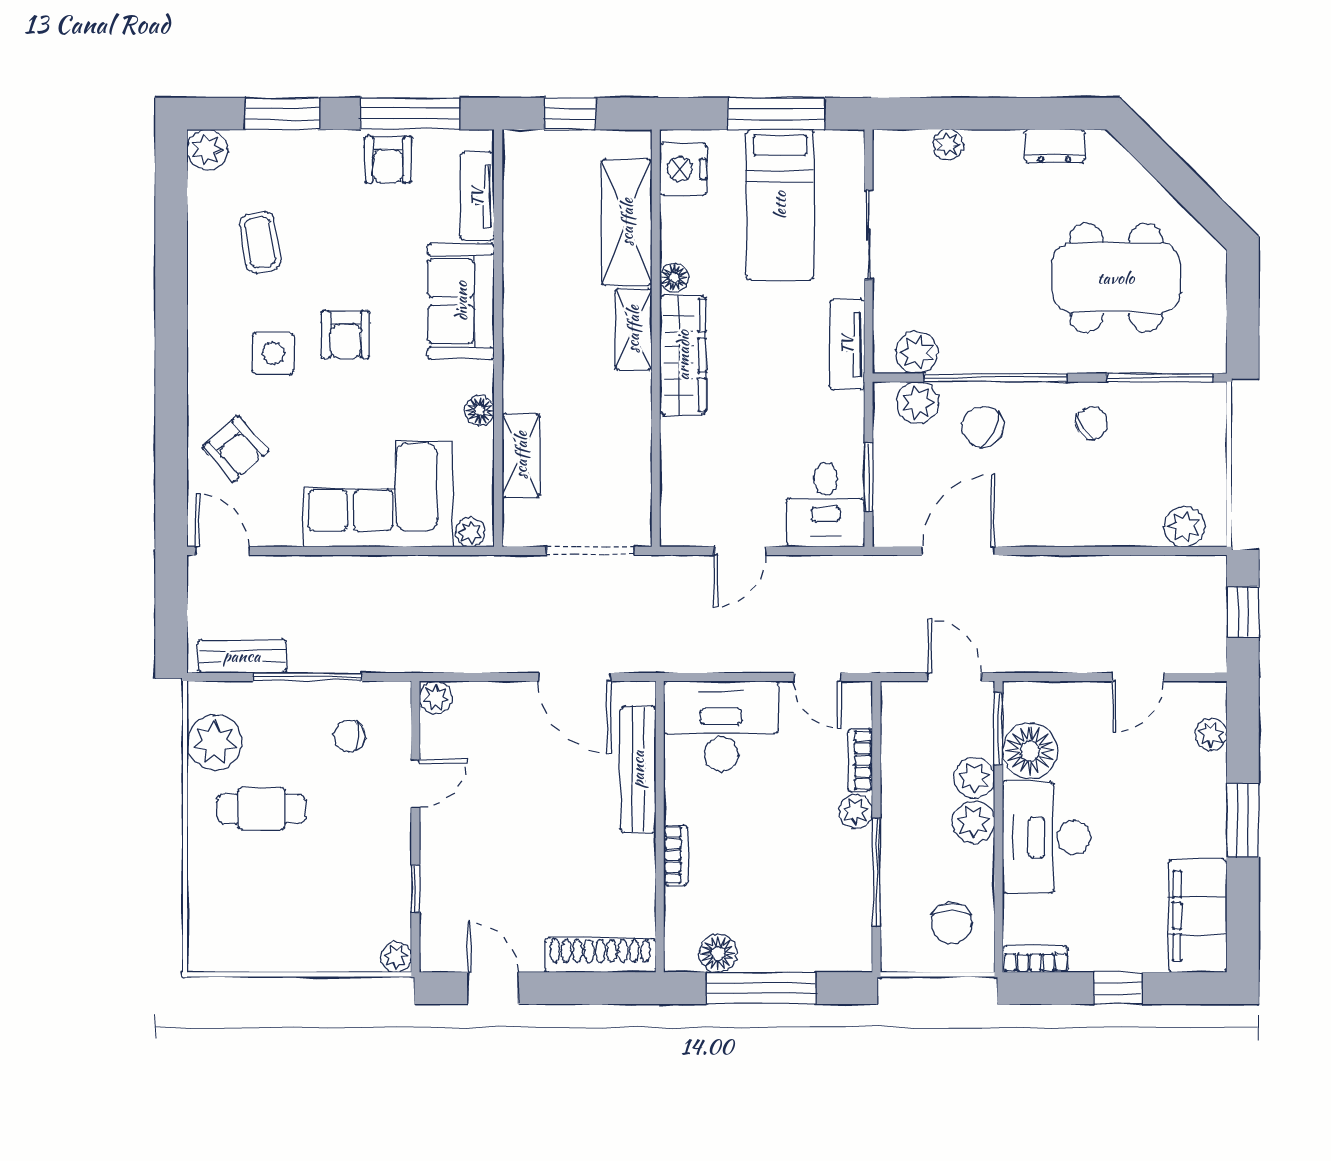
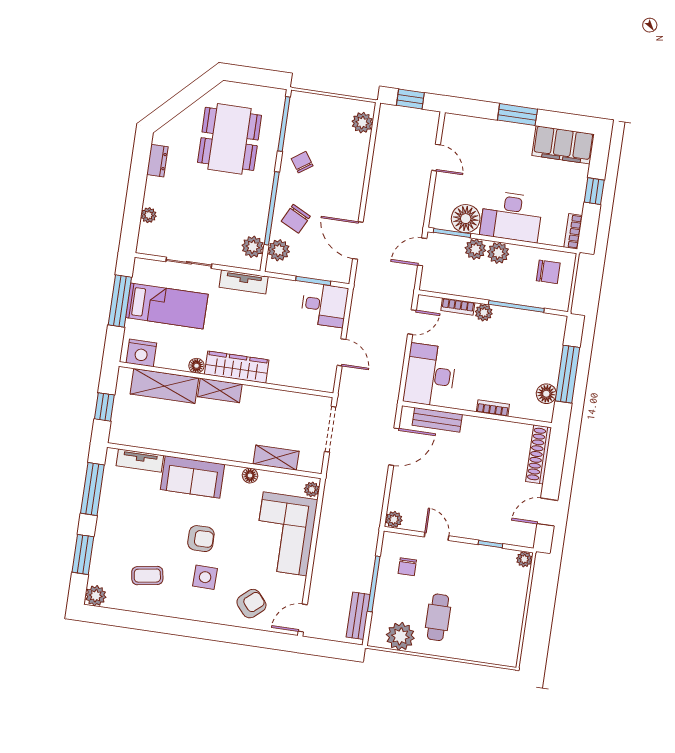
armchair: (388, 160) -> (114, 504), removed
plant: (1211, 734) -> (471, 124), removed
bench: (638, 769) -> (437, 420), width x0.73

